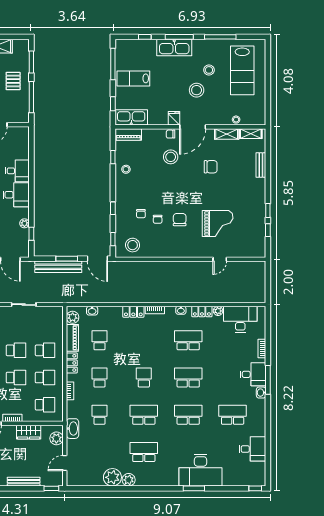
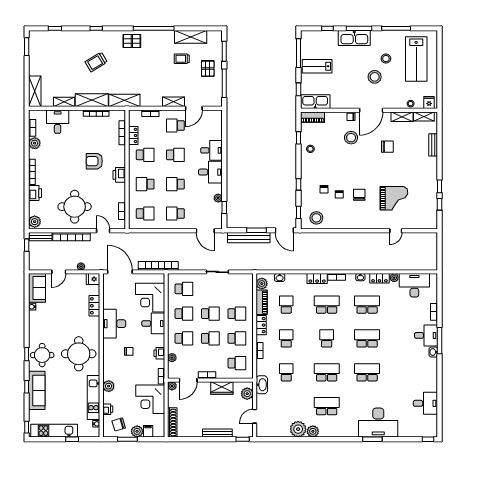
fridge: (174, 118) -> (429, 103), moved
school desk: (233, 415) -> (327, 305), moved

